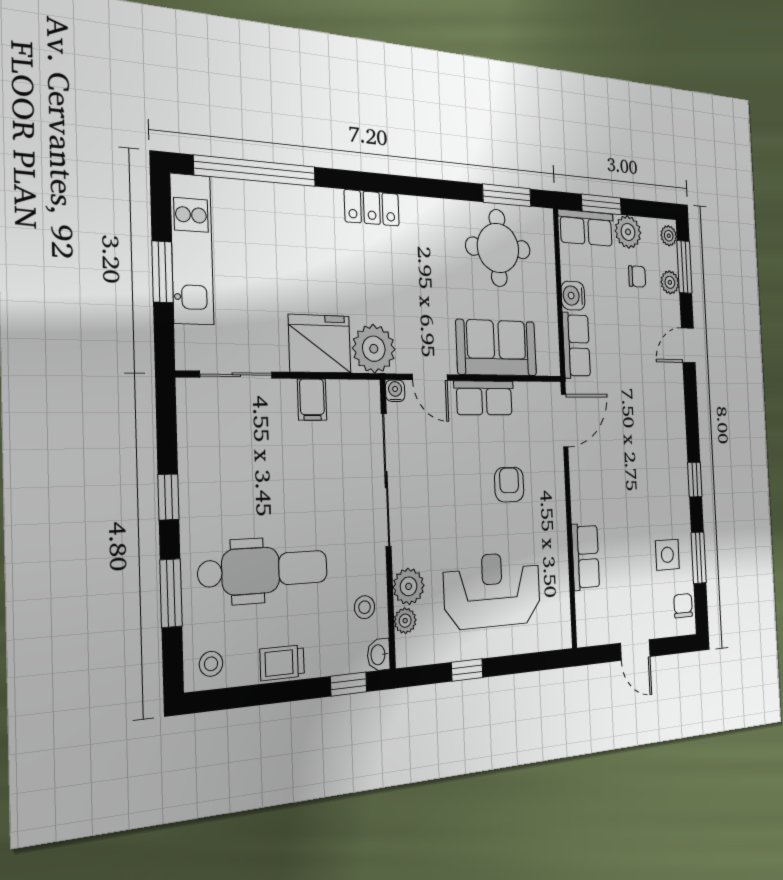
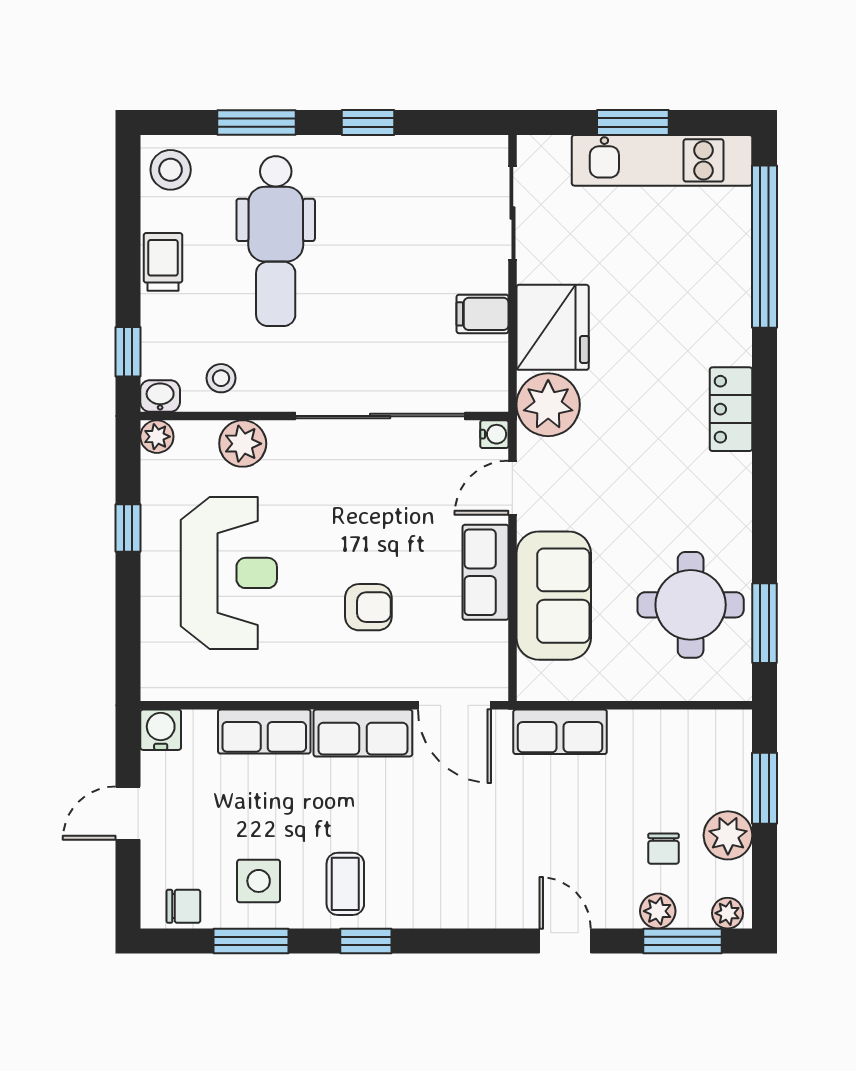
row of seats: (586, 228) -> (363, 733), moved, turned -90
water cooler: (573, 296) -> (161, 730), moved
coffee table: (666, 495) -> (345, 884), added
plant: (405, 621) -> (157, 437), moved
stool: (211, 664) -> (171, 170), width x1.37, depth x1.37

